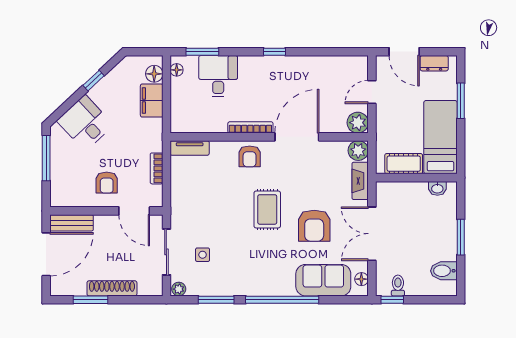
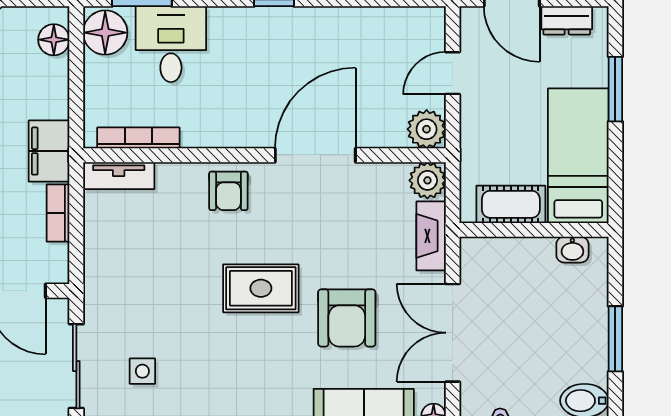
floor lamp: (177, 70) -> (105, 33), width x1.89, depth x1.89
filing cabinet: (152, 101) -> (49, 151), moved
bookcase: (250, 127) -> (138, 138), moved
rug: (267, 209) -> (261, 288), turned 90

